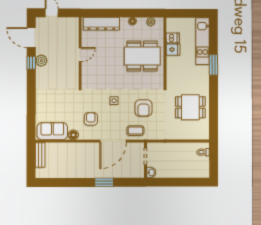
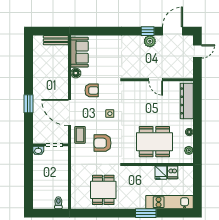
dining table: (142, 56) -> (154, 142), turned 90

